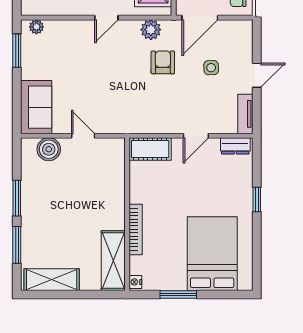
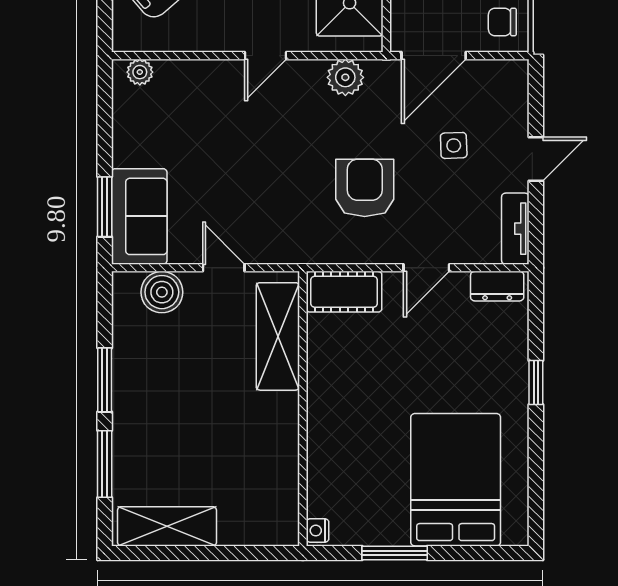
window: (17, 51) -> (105, 207), moved
armchair: (163, 62) -> (365, 188), moved, width x1.38, depth x1.38
bookcase: (136, 229) -> (318, 436), removed
shelving: (113, 261) -> (278, 336), moved

